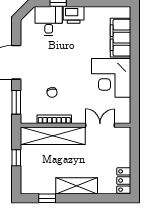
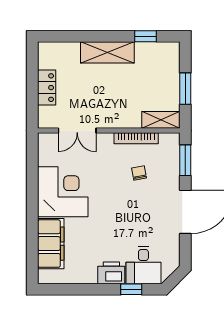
shelving: (53, 136) -> (161, 120), width x0.45, depth x0.75
window: (16, 158) -> (185, 89), width x1.50
locker: (124, 181) -> (47, 88), moved

